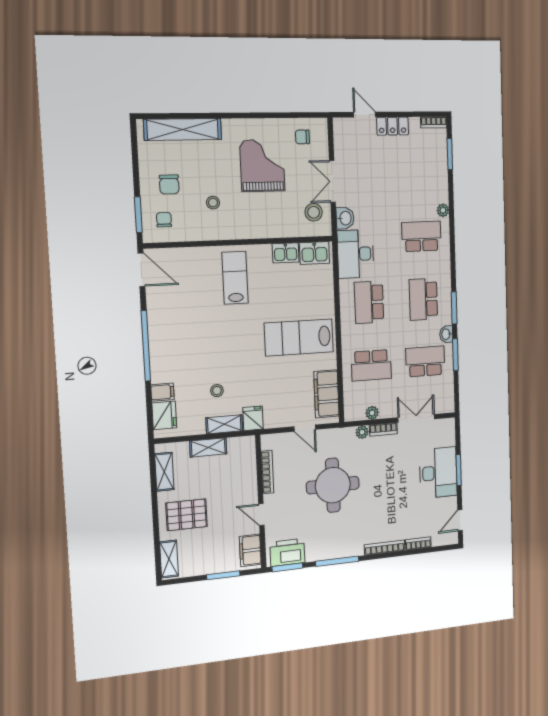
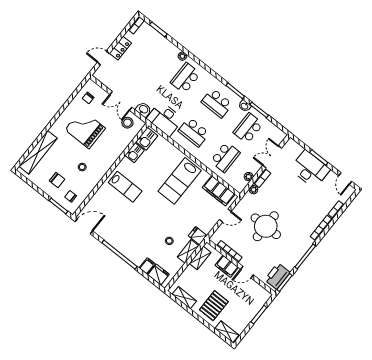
lab bench: (235, 278) -> (125, 187), turned 180
shelving: (208, 447) -> (200, 258), moved
filing cabinet: (250, 550) -> (227, 266), moved

